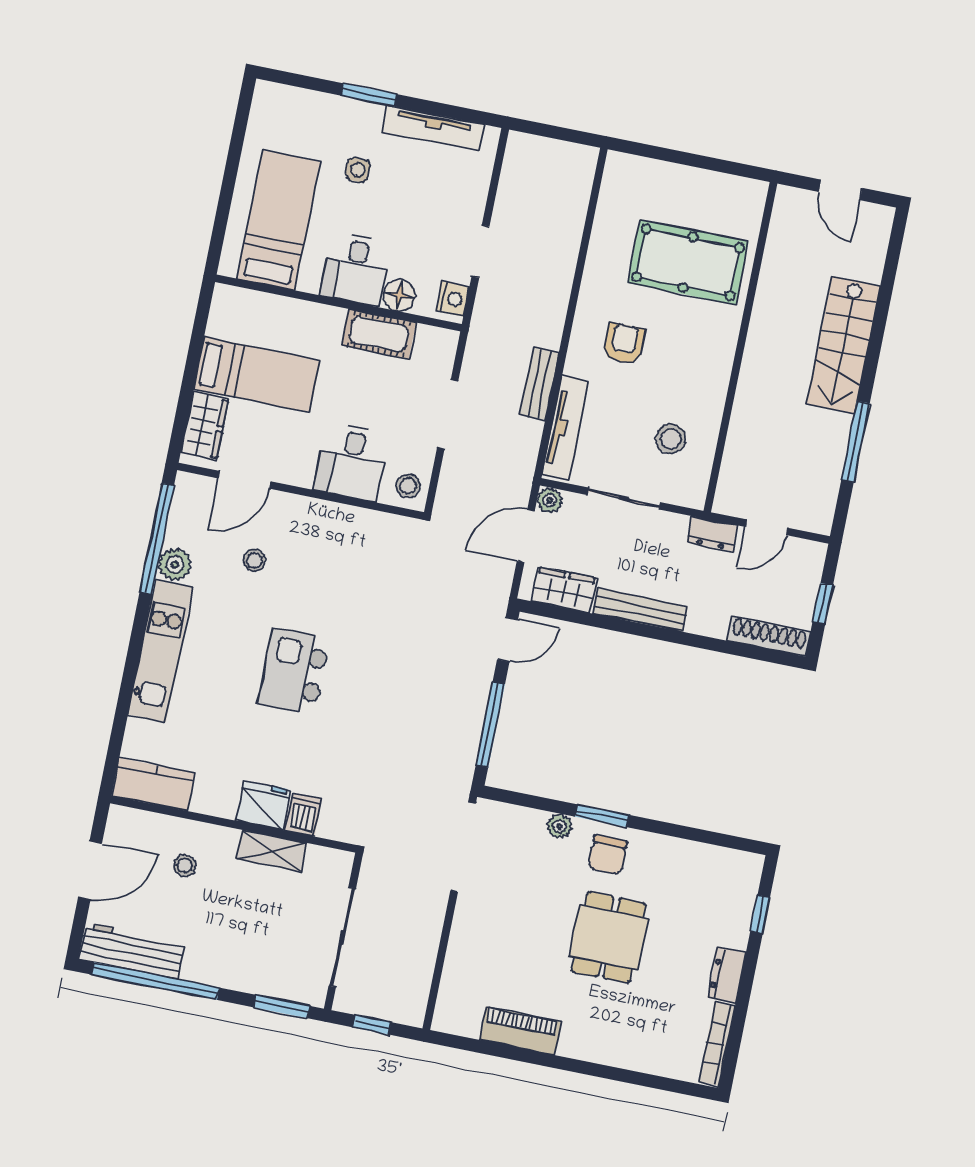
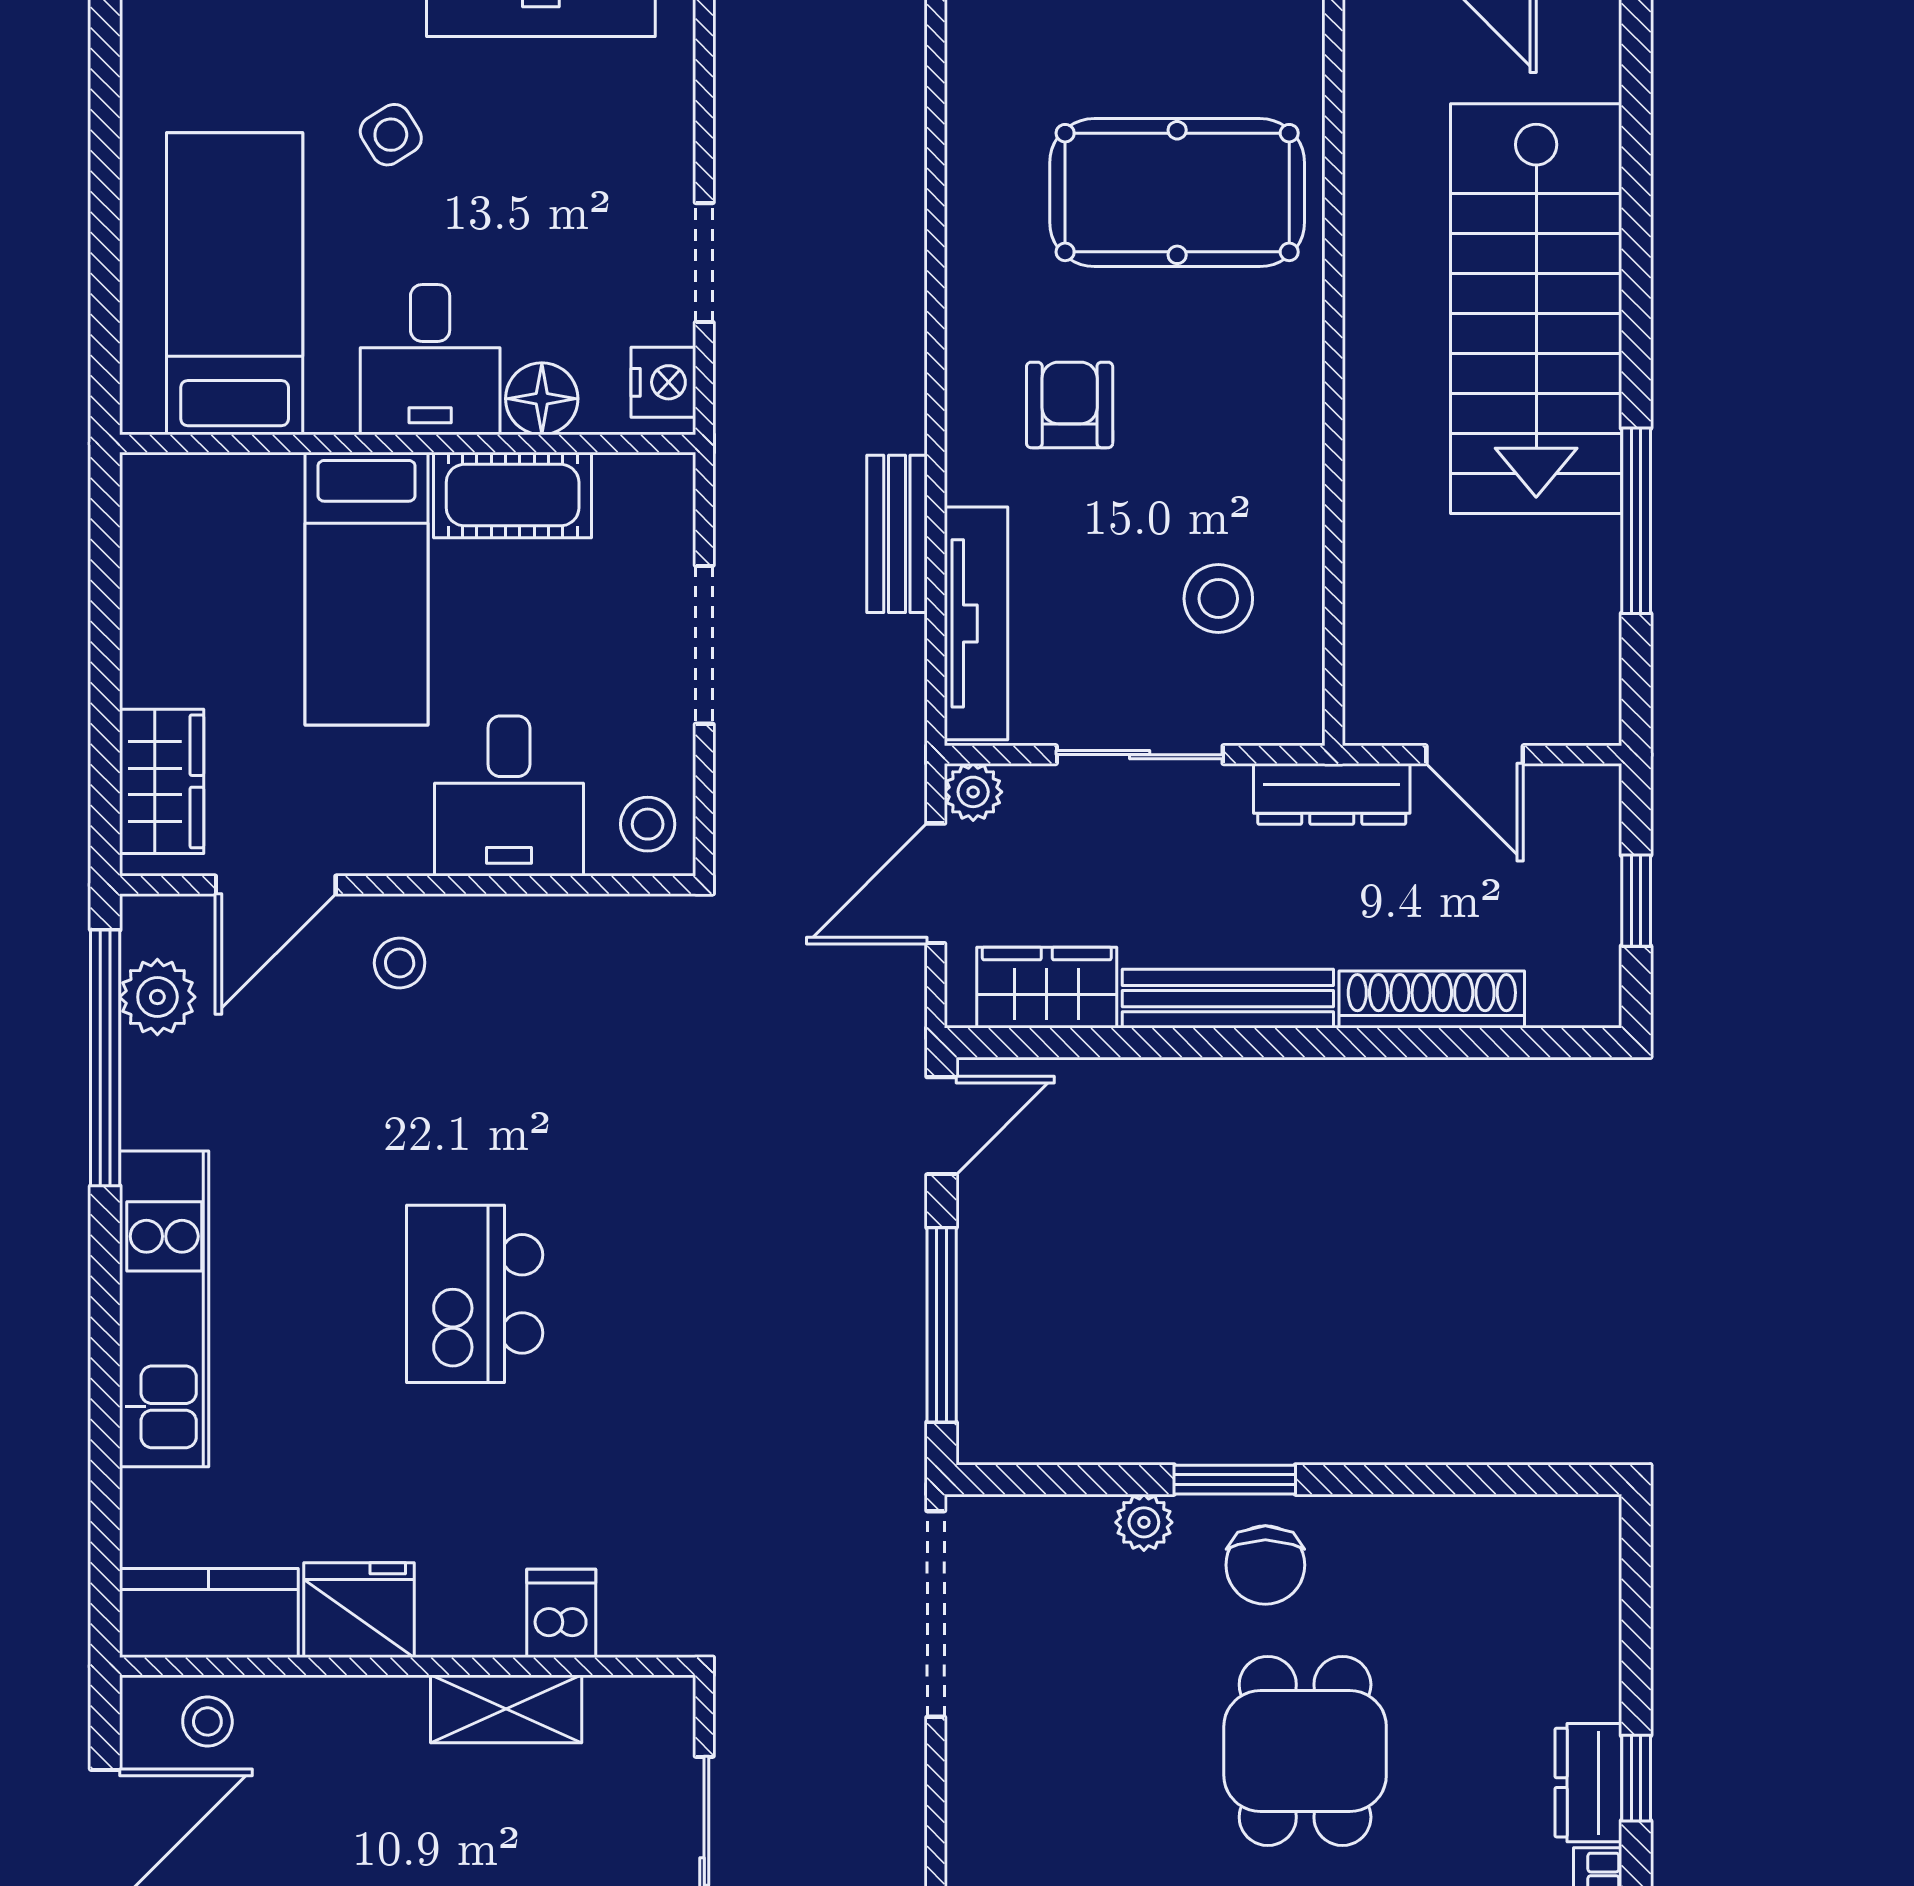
side table: (358, 170) -> (391, 135), turned -32
stairs: (843, 345) -> (1536, 309), width x1.36, depth x1.51
bed: (257, 375) -> (366, 589), moved, turned 90
door: (767, 527) -> (1475, 755), hinge flipped
dresser: (712, 534) -> (1332, 794), width x1.44
stool: (254, 560) -> (400, 963), moved
plant: (175, 565) -> (157, 997), moved
shoe rack: (769, 636) -> (1432, 999), moved
fridge: (263, 805) -> (359, 1610), moved
stool: (185, 866) -> (207, 1721), moved
window: (760, 914) -> (1636, 1778), moved

